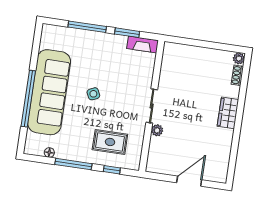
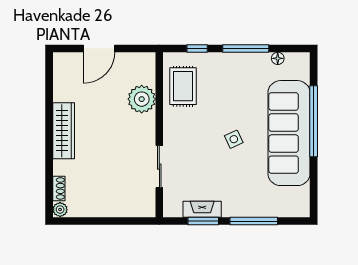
fireplace: (143, 44) -> (202, 209), moved
sliding door: (152, 106) -> (159, 167), moved
wardrobe: (228, 113) -> (64, 131), width x1.50
plant: (157, 130) -> (142, 99), width x1.88, depth x1.88
rug: (110, 142) -> (183, 86), moved, turned 90

